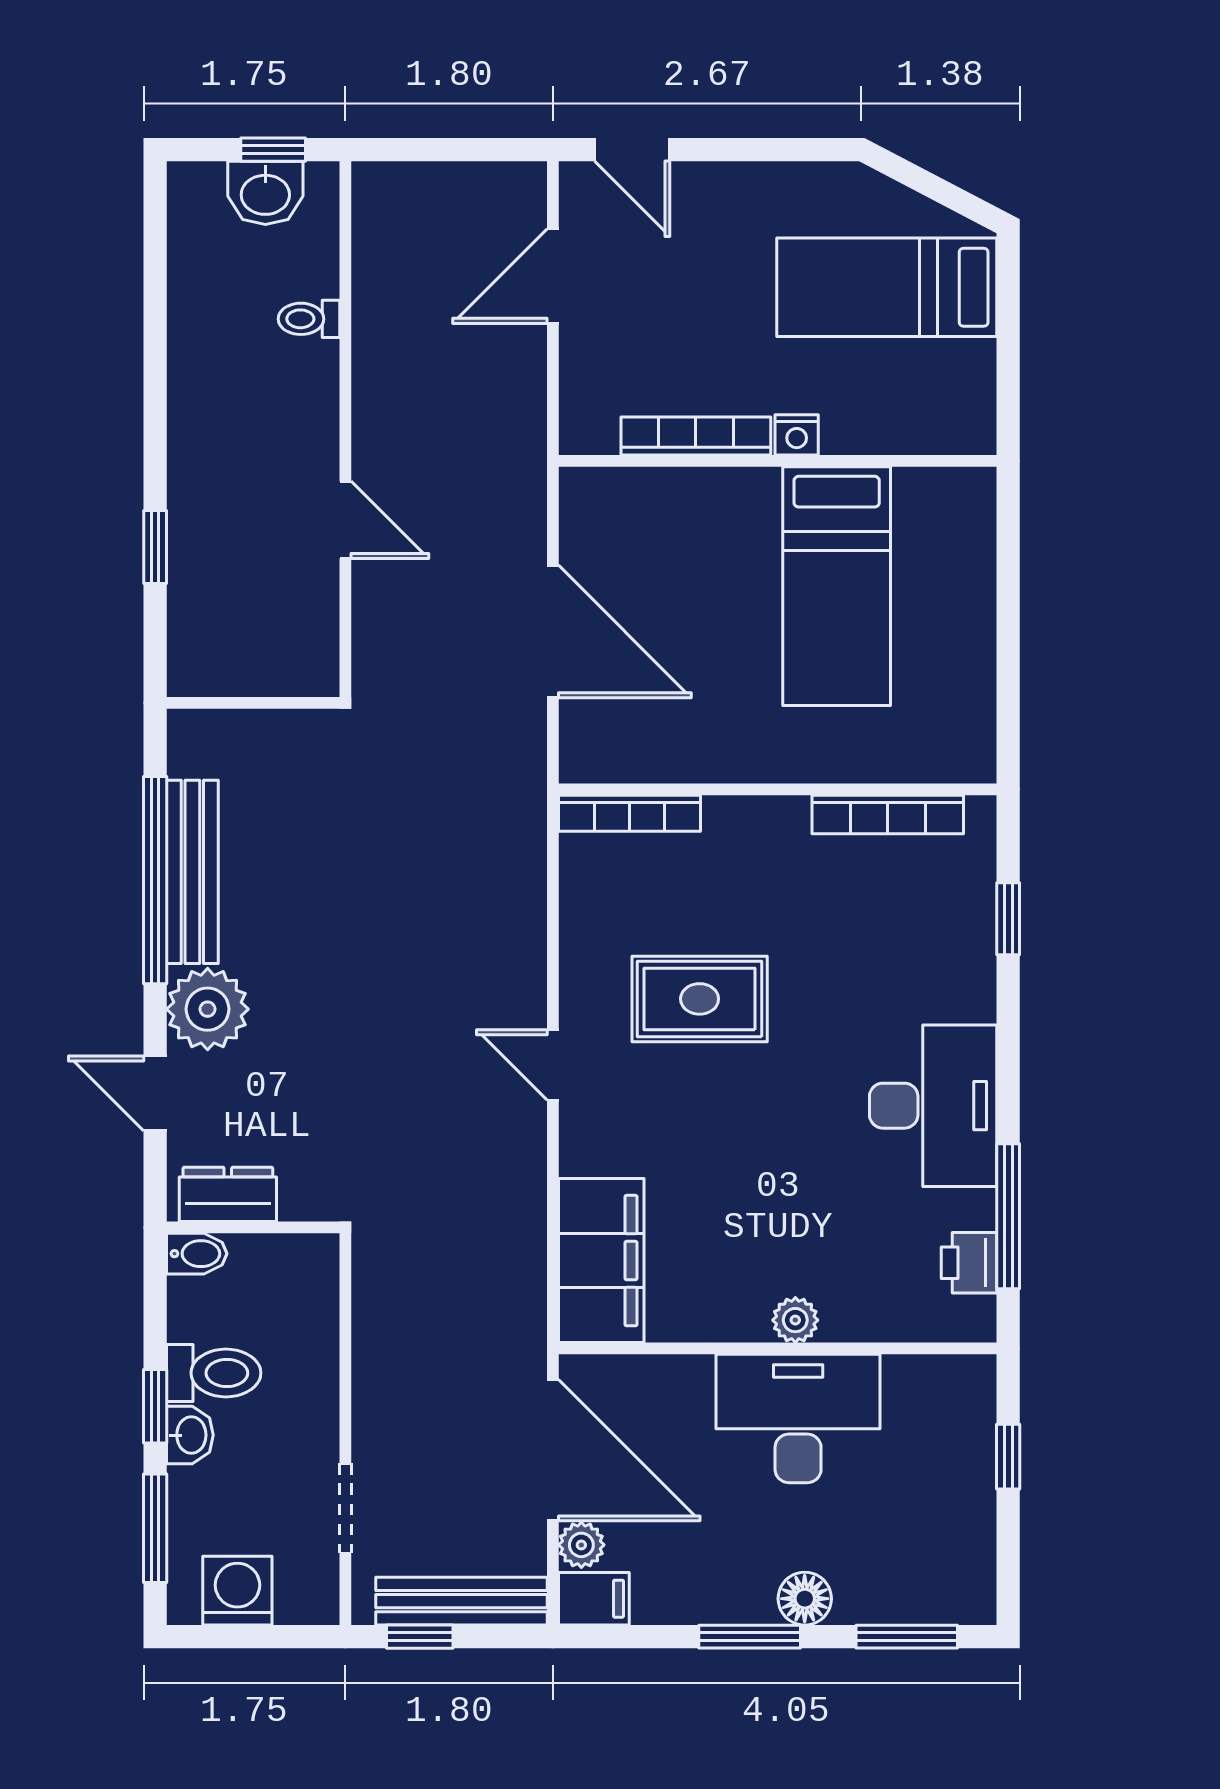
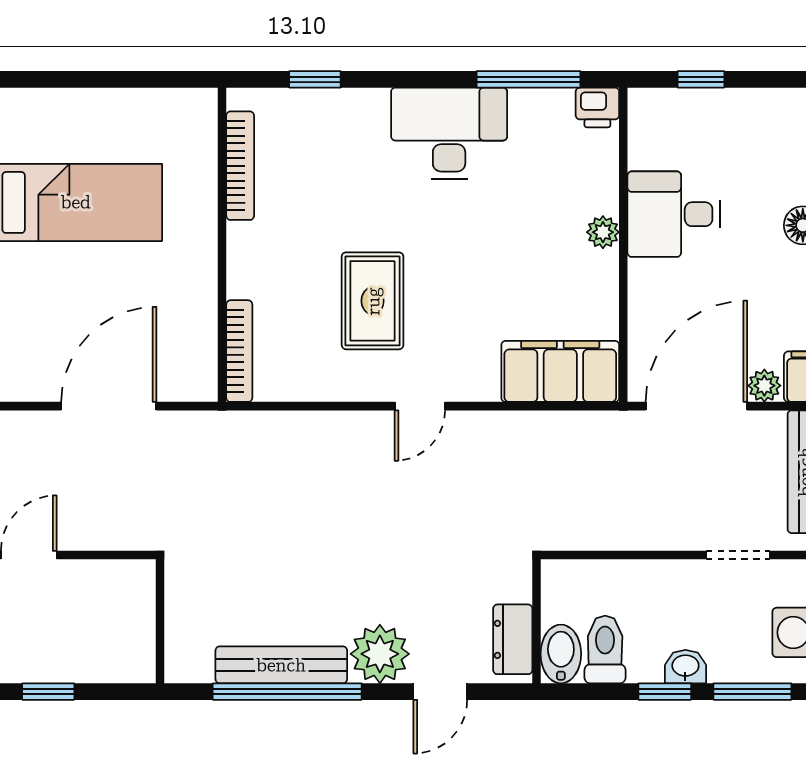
bidet: (197, 1254) -> (561, 654), width x1.38, depth x1.36
printer: (969, 1263) -> (597, 107), moved
toilet: (214, 1373) -> (605, 650), moved
desk: (798, 1419) -> (674, 214), width x0.73

